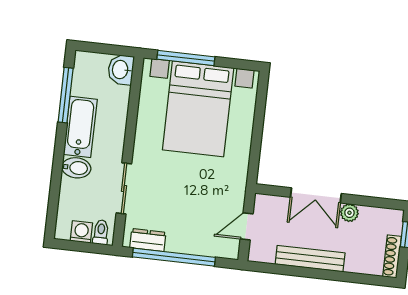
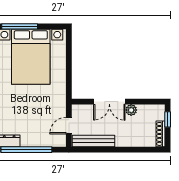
bench: (310, 259) -> (93, 141), moved

